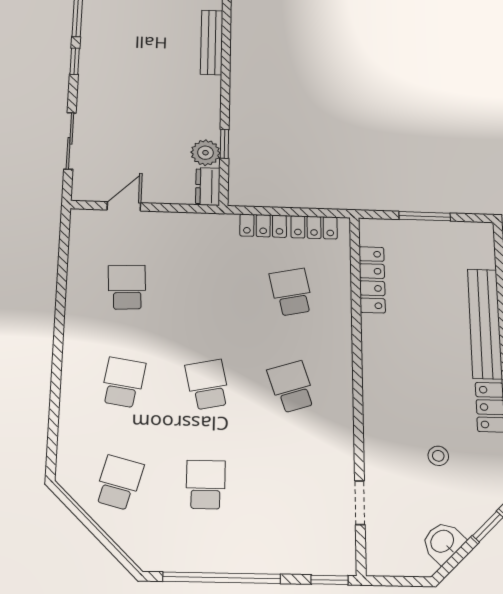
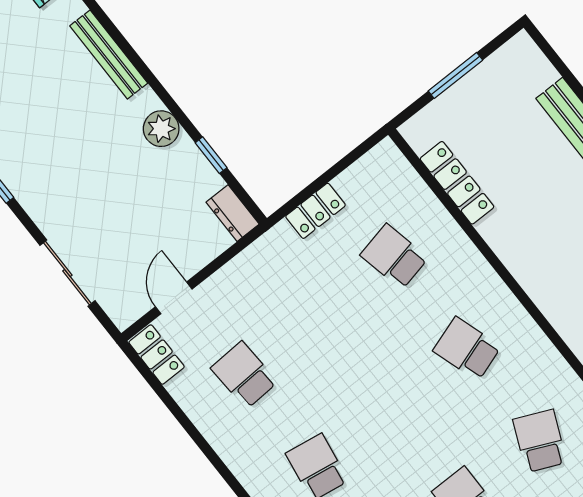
plant: (205, 153) -> (161, 129), moved
locker: (314, 227) -> (157, 355), moved, turned -90
school desk: (208, 385) -> (540, 441), moved, turned 36

